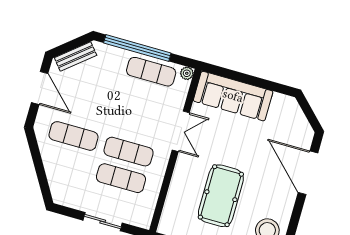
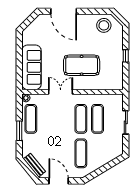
window: (137, 48) -> (19, 131), width x0.47
door: (40, 88) -> (59, 181), hinge flipped
door: (308, 173) -> (64, 11), hinge flipped
pool table: (221, 196) -> (82, 65), moved

